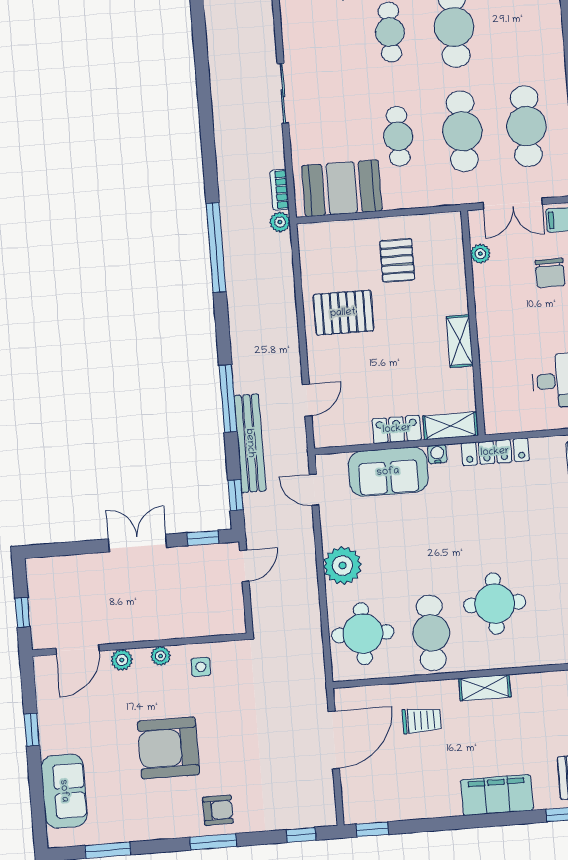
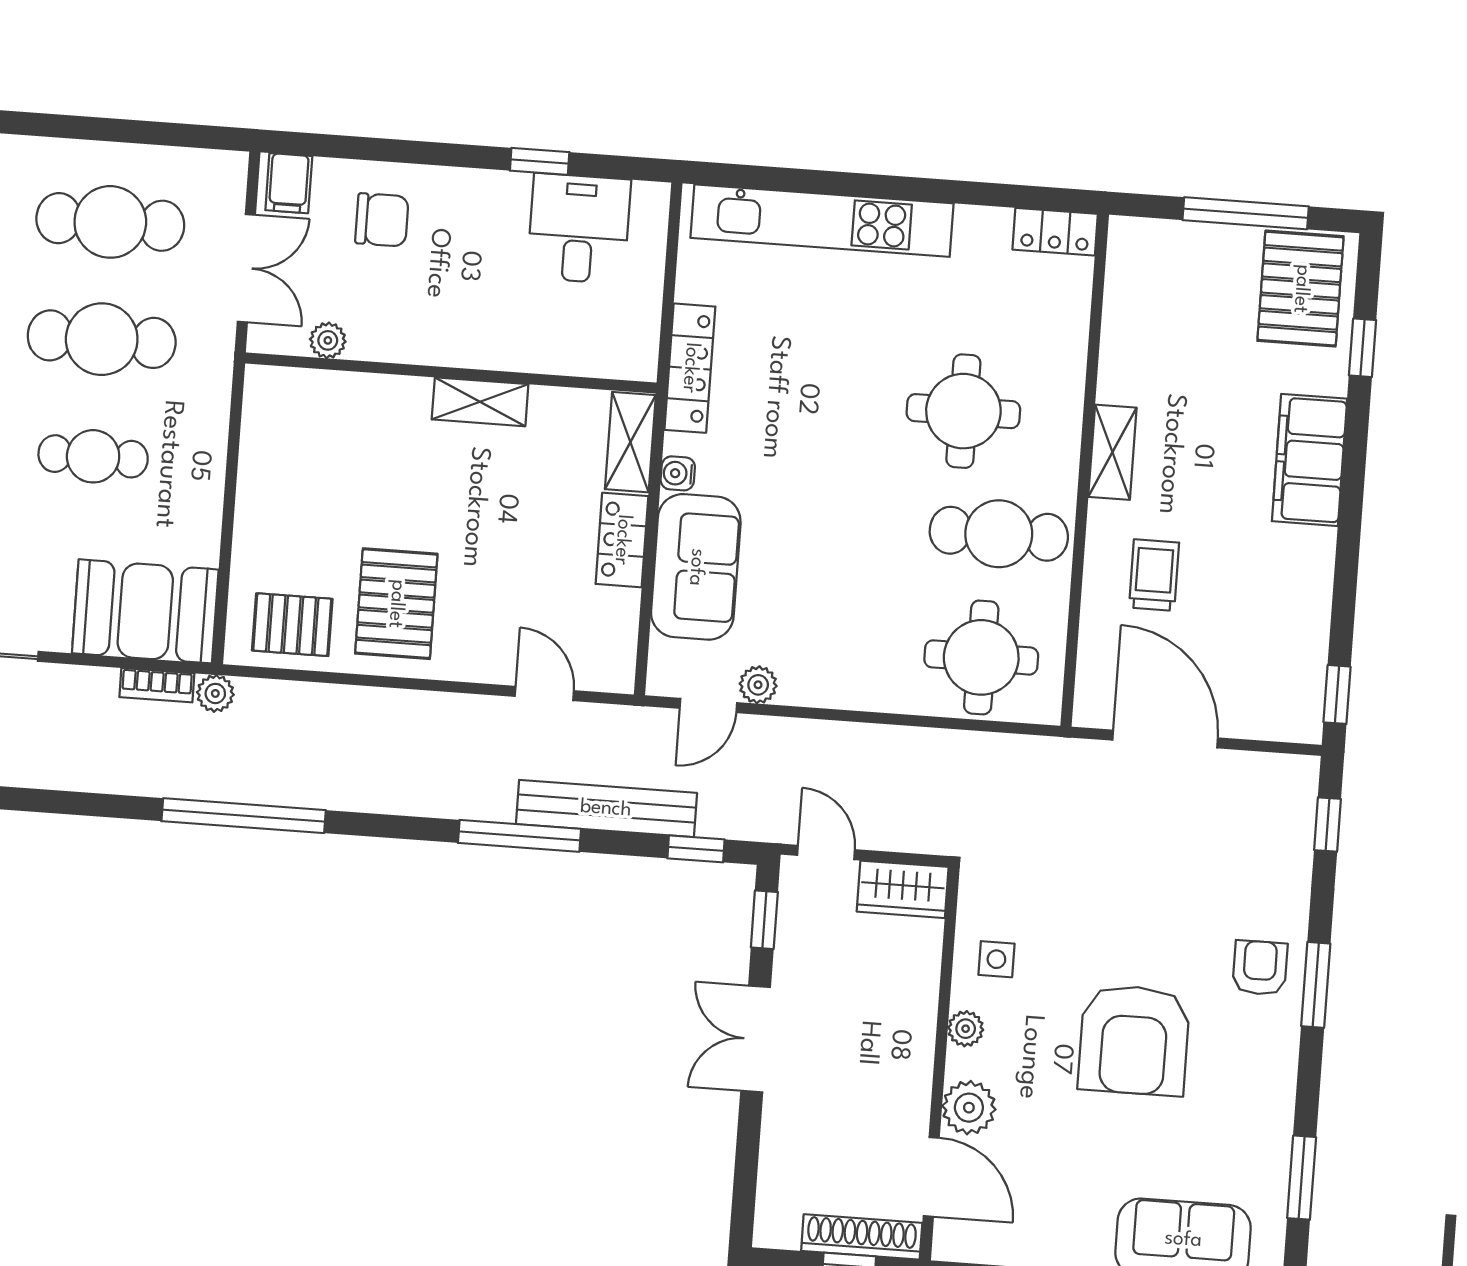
booth: (342, 188) -> (145, 611), moved, turned 90
pallet: (397, 260) -> (292, 625), moved
plant: (342, 566) -> (758, 685), moved, width x0.53, depth x0.53
wardrobe: (231, 610) -> (903, 889), added
shoe rack: (39, 617) -> (862, 1237), added
plant: (122, 660) -> (969, 1108), width x1.38, depth x1.38

